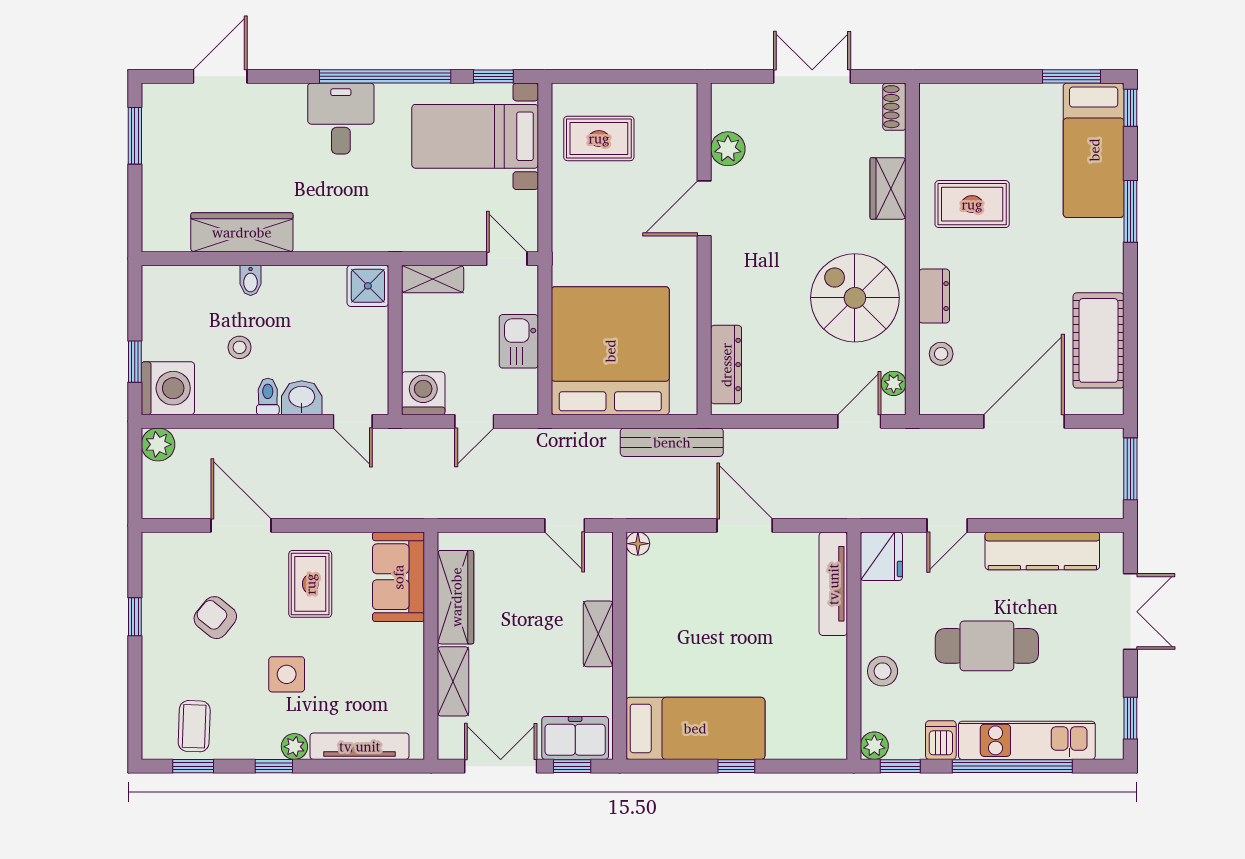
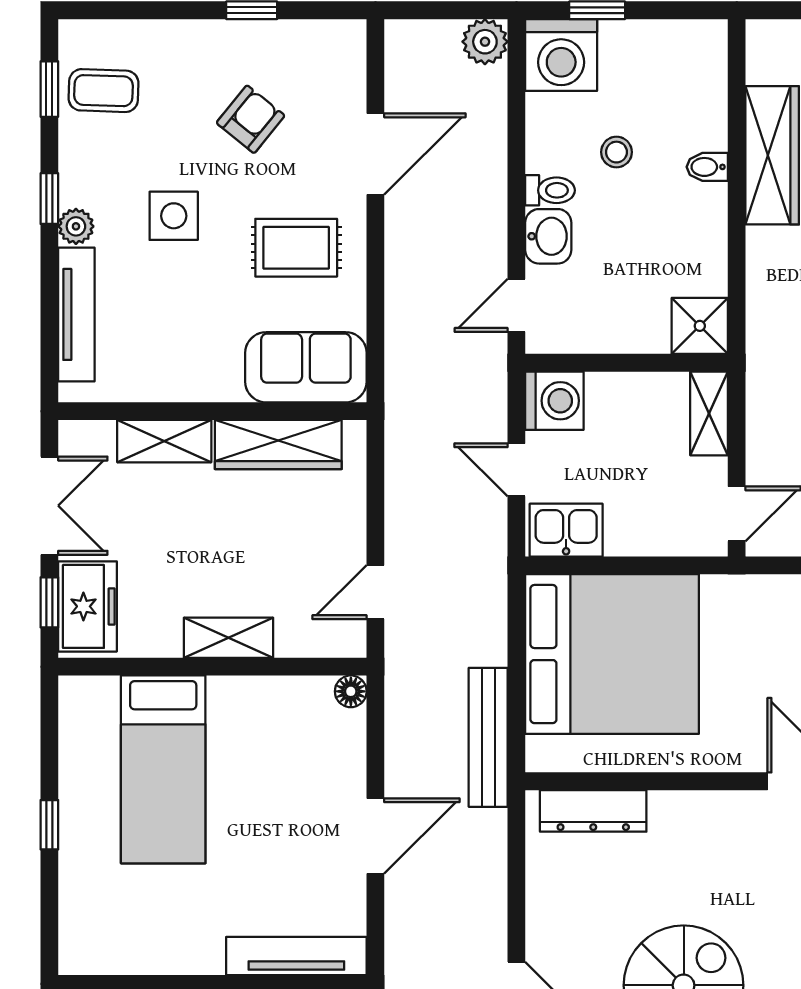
kitchen sink: (519, 341) -> (566, 530), moved
bed: (695, 728) -> (163, 769), moved

